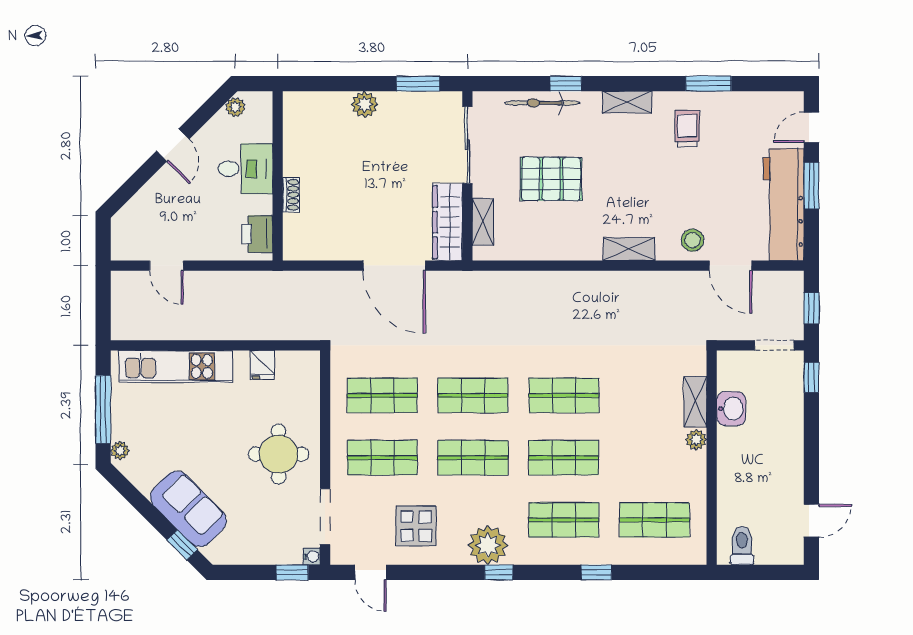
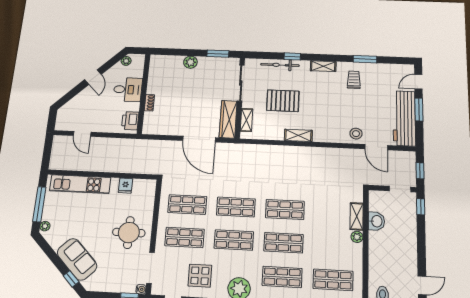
shelving: (629, 249) -> (298, 135), moved

